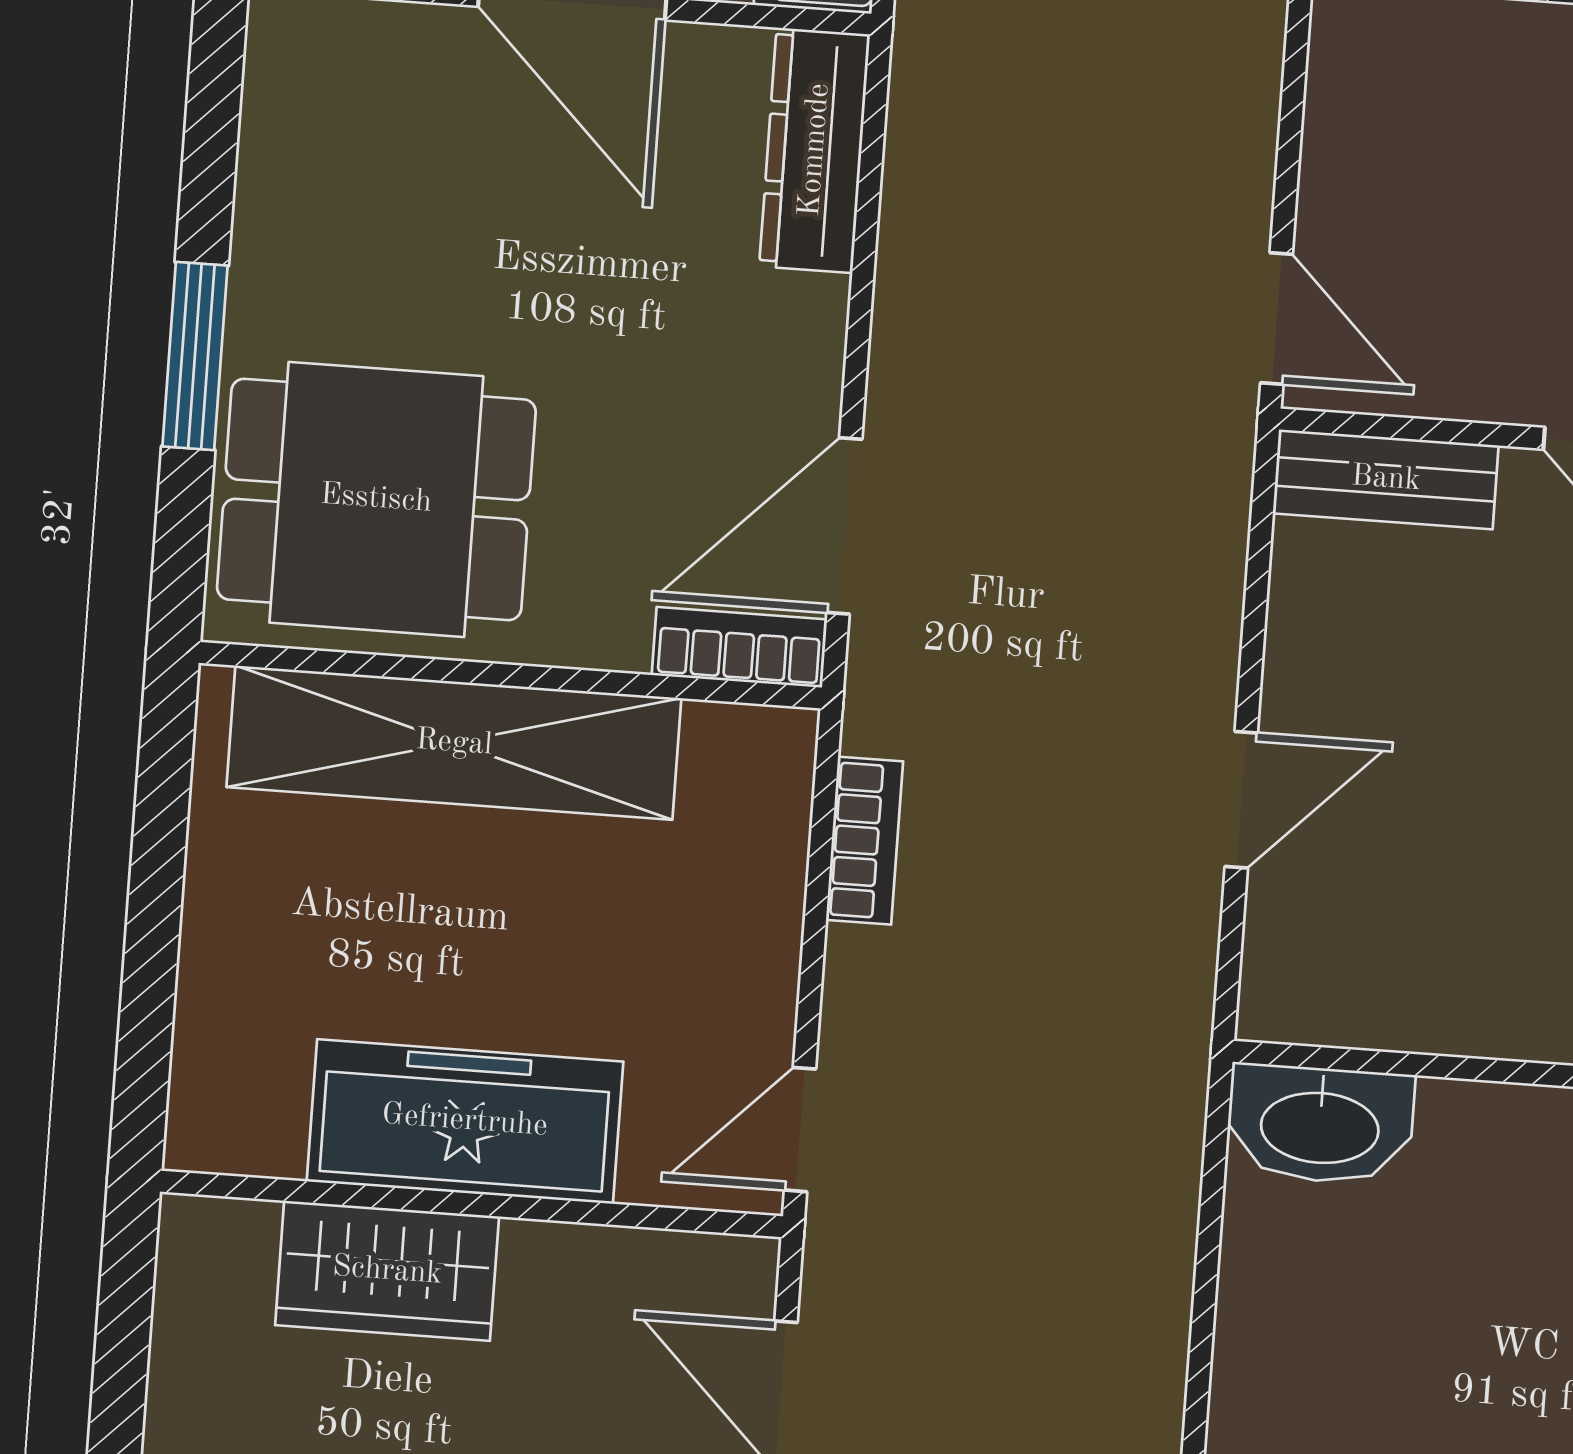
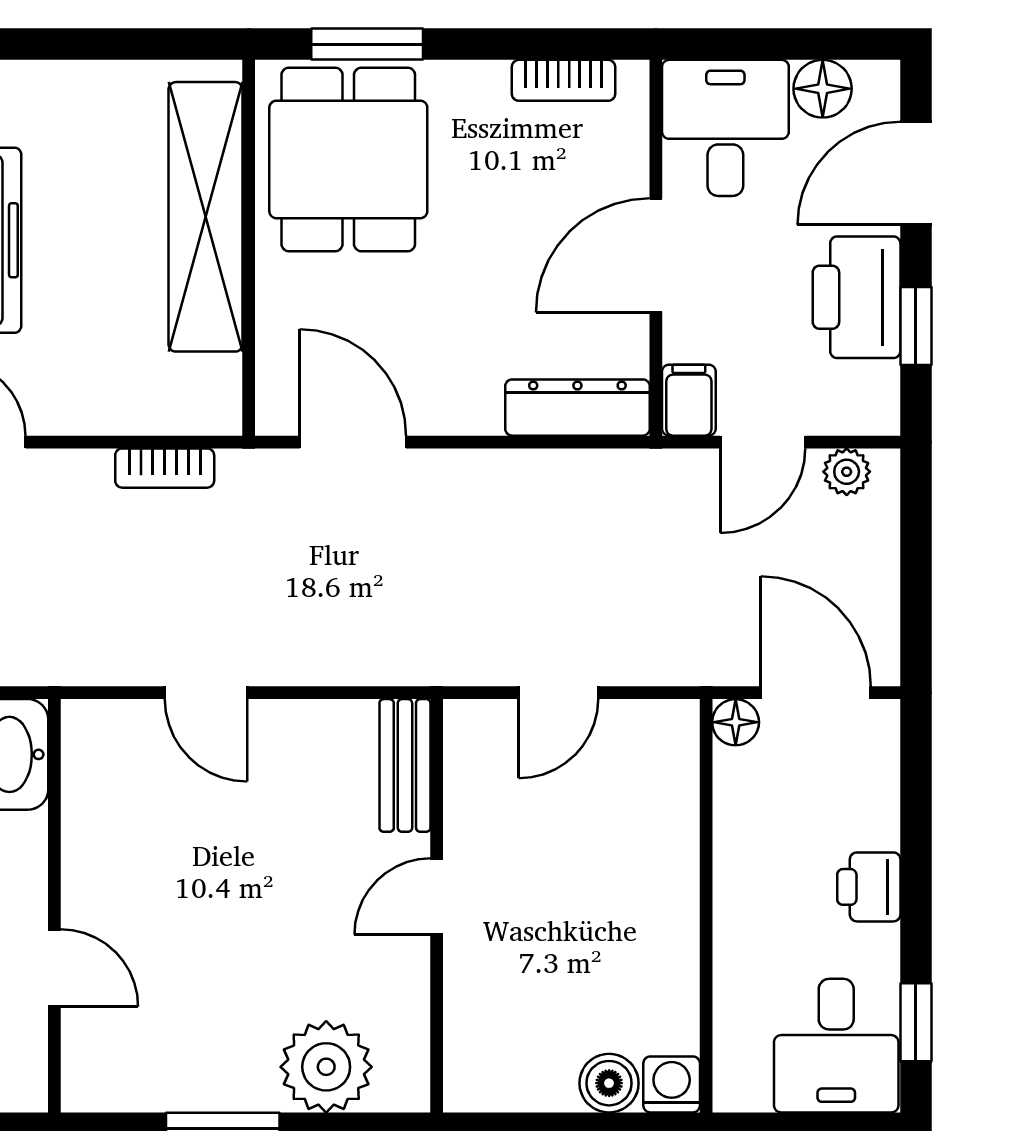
door: (1277, 318) -> (558, 693), moved
window: (195, 356) -> (367, 44), moved
bookcase: (739, 647) -> (564, 80), moved, turned 90

